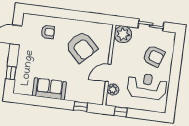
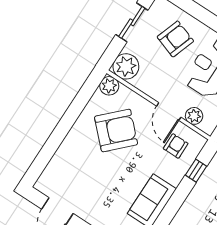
plant: (106, 30) -> (109, 86), added
armchair: (48, 32) -> (176, 146), moved

